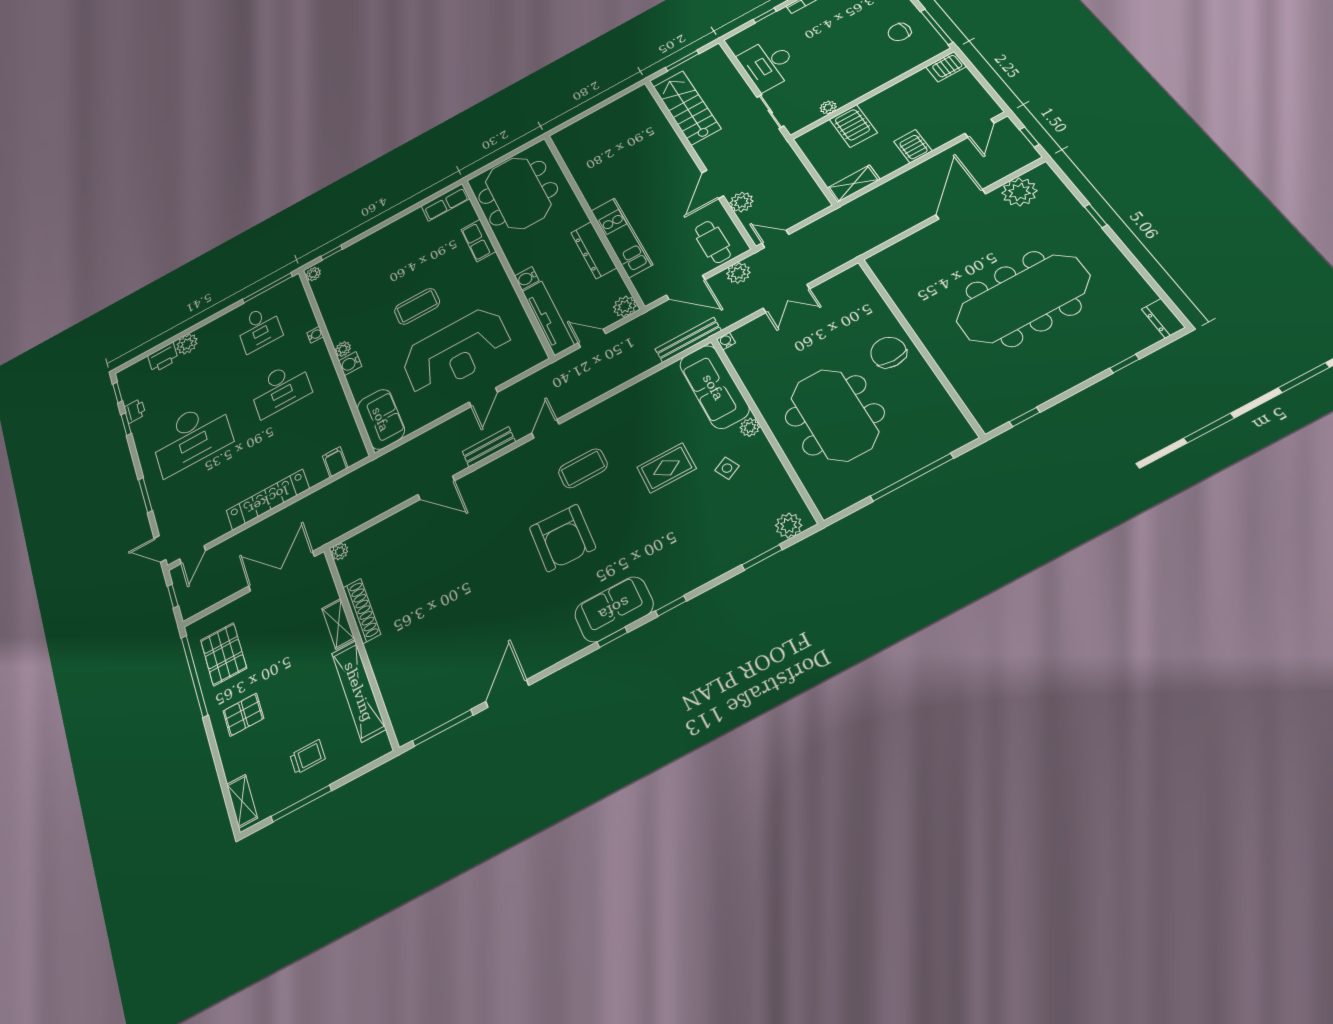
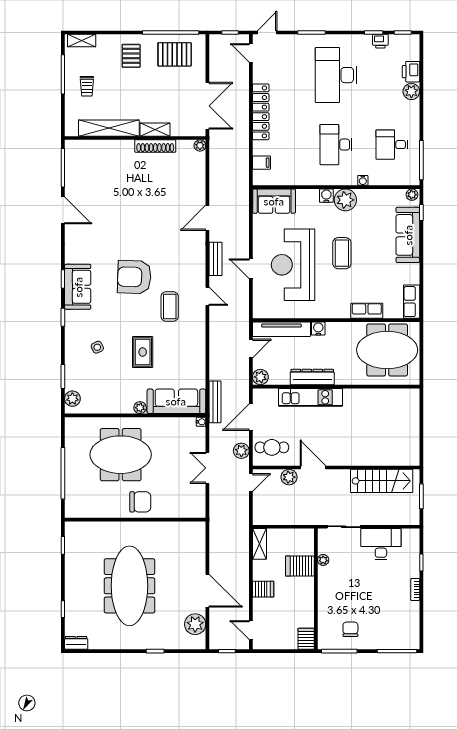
sofa: (365, 251) -> (408, 235), added
plant: (343, 349) -> (345, 200), width x1.87, depth x1.87
side table: (727, 468) -> (97, 347), moved

